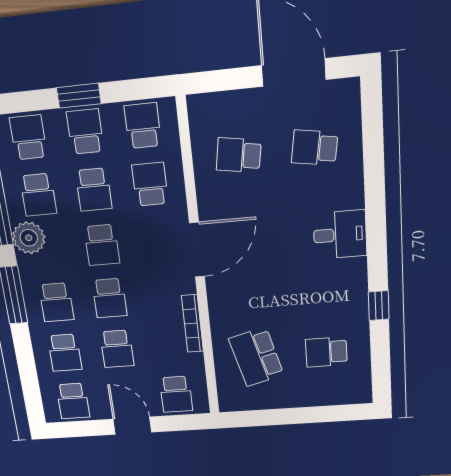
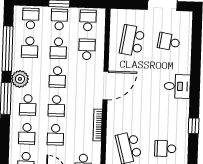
school desk: (239, 155) -> (132, 41), width x1.85
plant: (29, 238) -> (20, 79), moved

